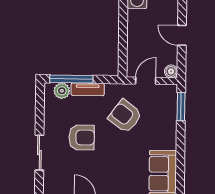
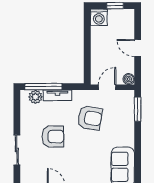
armchair: (125, 116) -> (90, 118), turned 152

